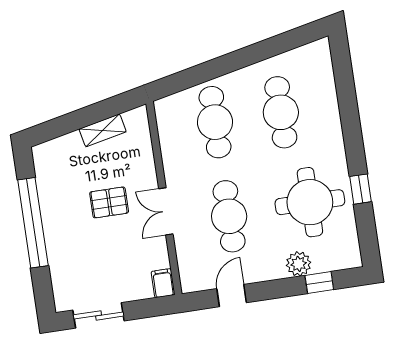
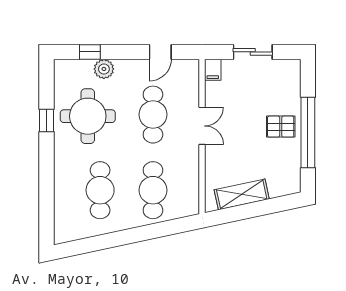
shelving: (103, 130) -> (242, 194), width x1.50, depth x1.33
pallet: (109, 202) -> (281, 127), moved
sliding door: (99, 315) -> (253, 52), moved

